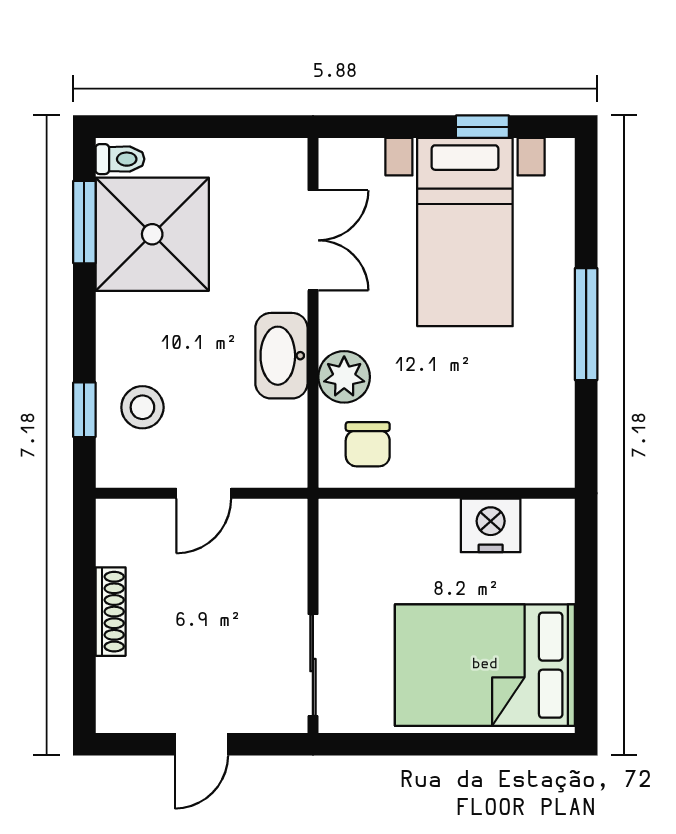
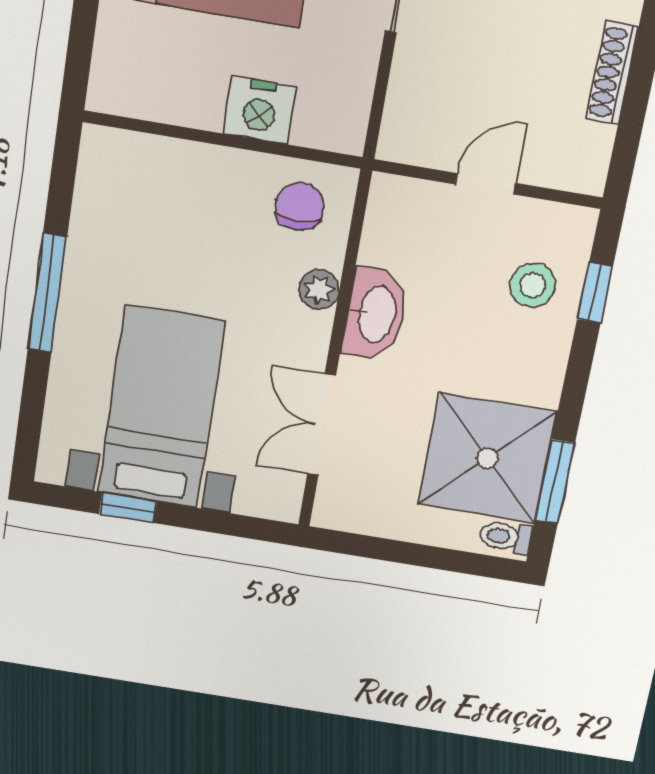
plant: (344, 377) -> (319, 290), width x0.73, depth x0.73
nightstand: (491, 525) -> (260, 110), moved

